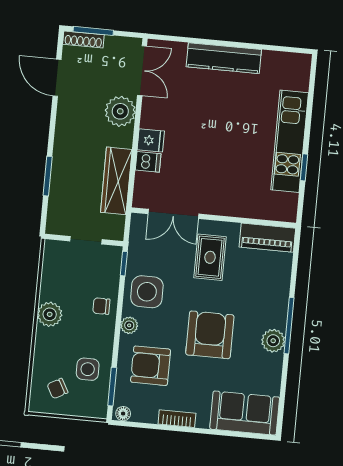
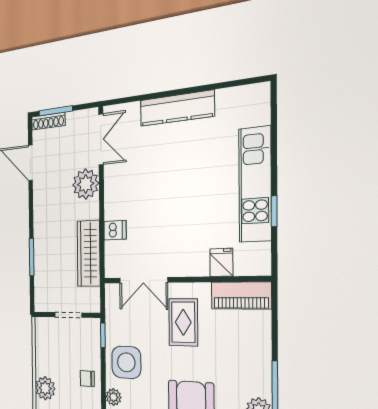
fridge: (151, 140) -> (221, 262), moved, turned -90

